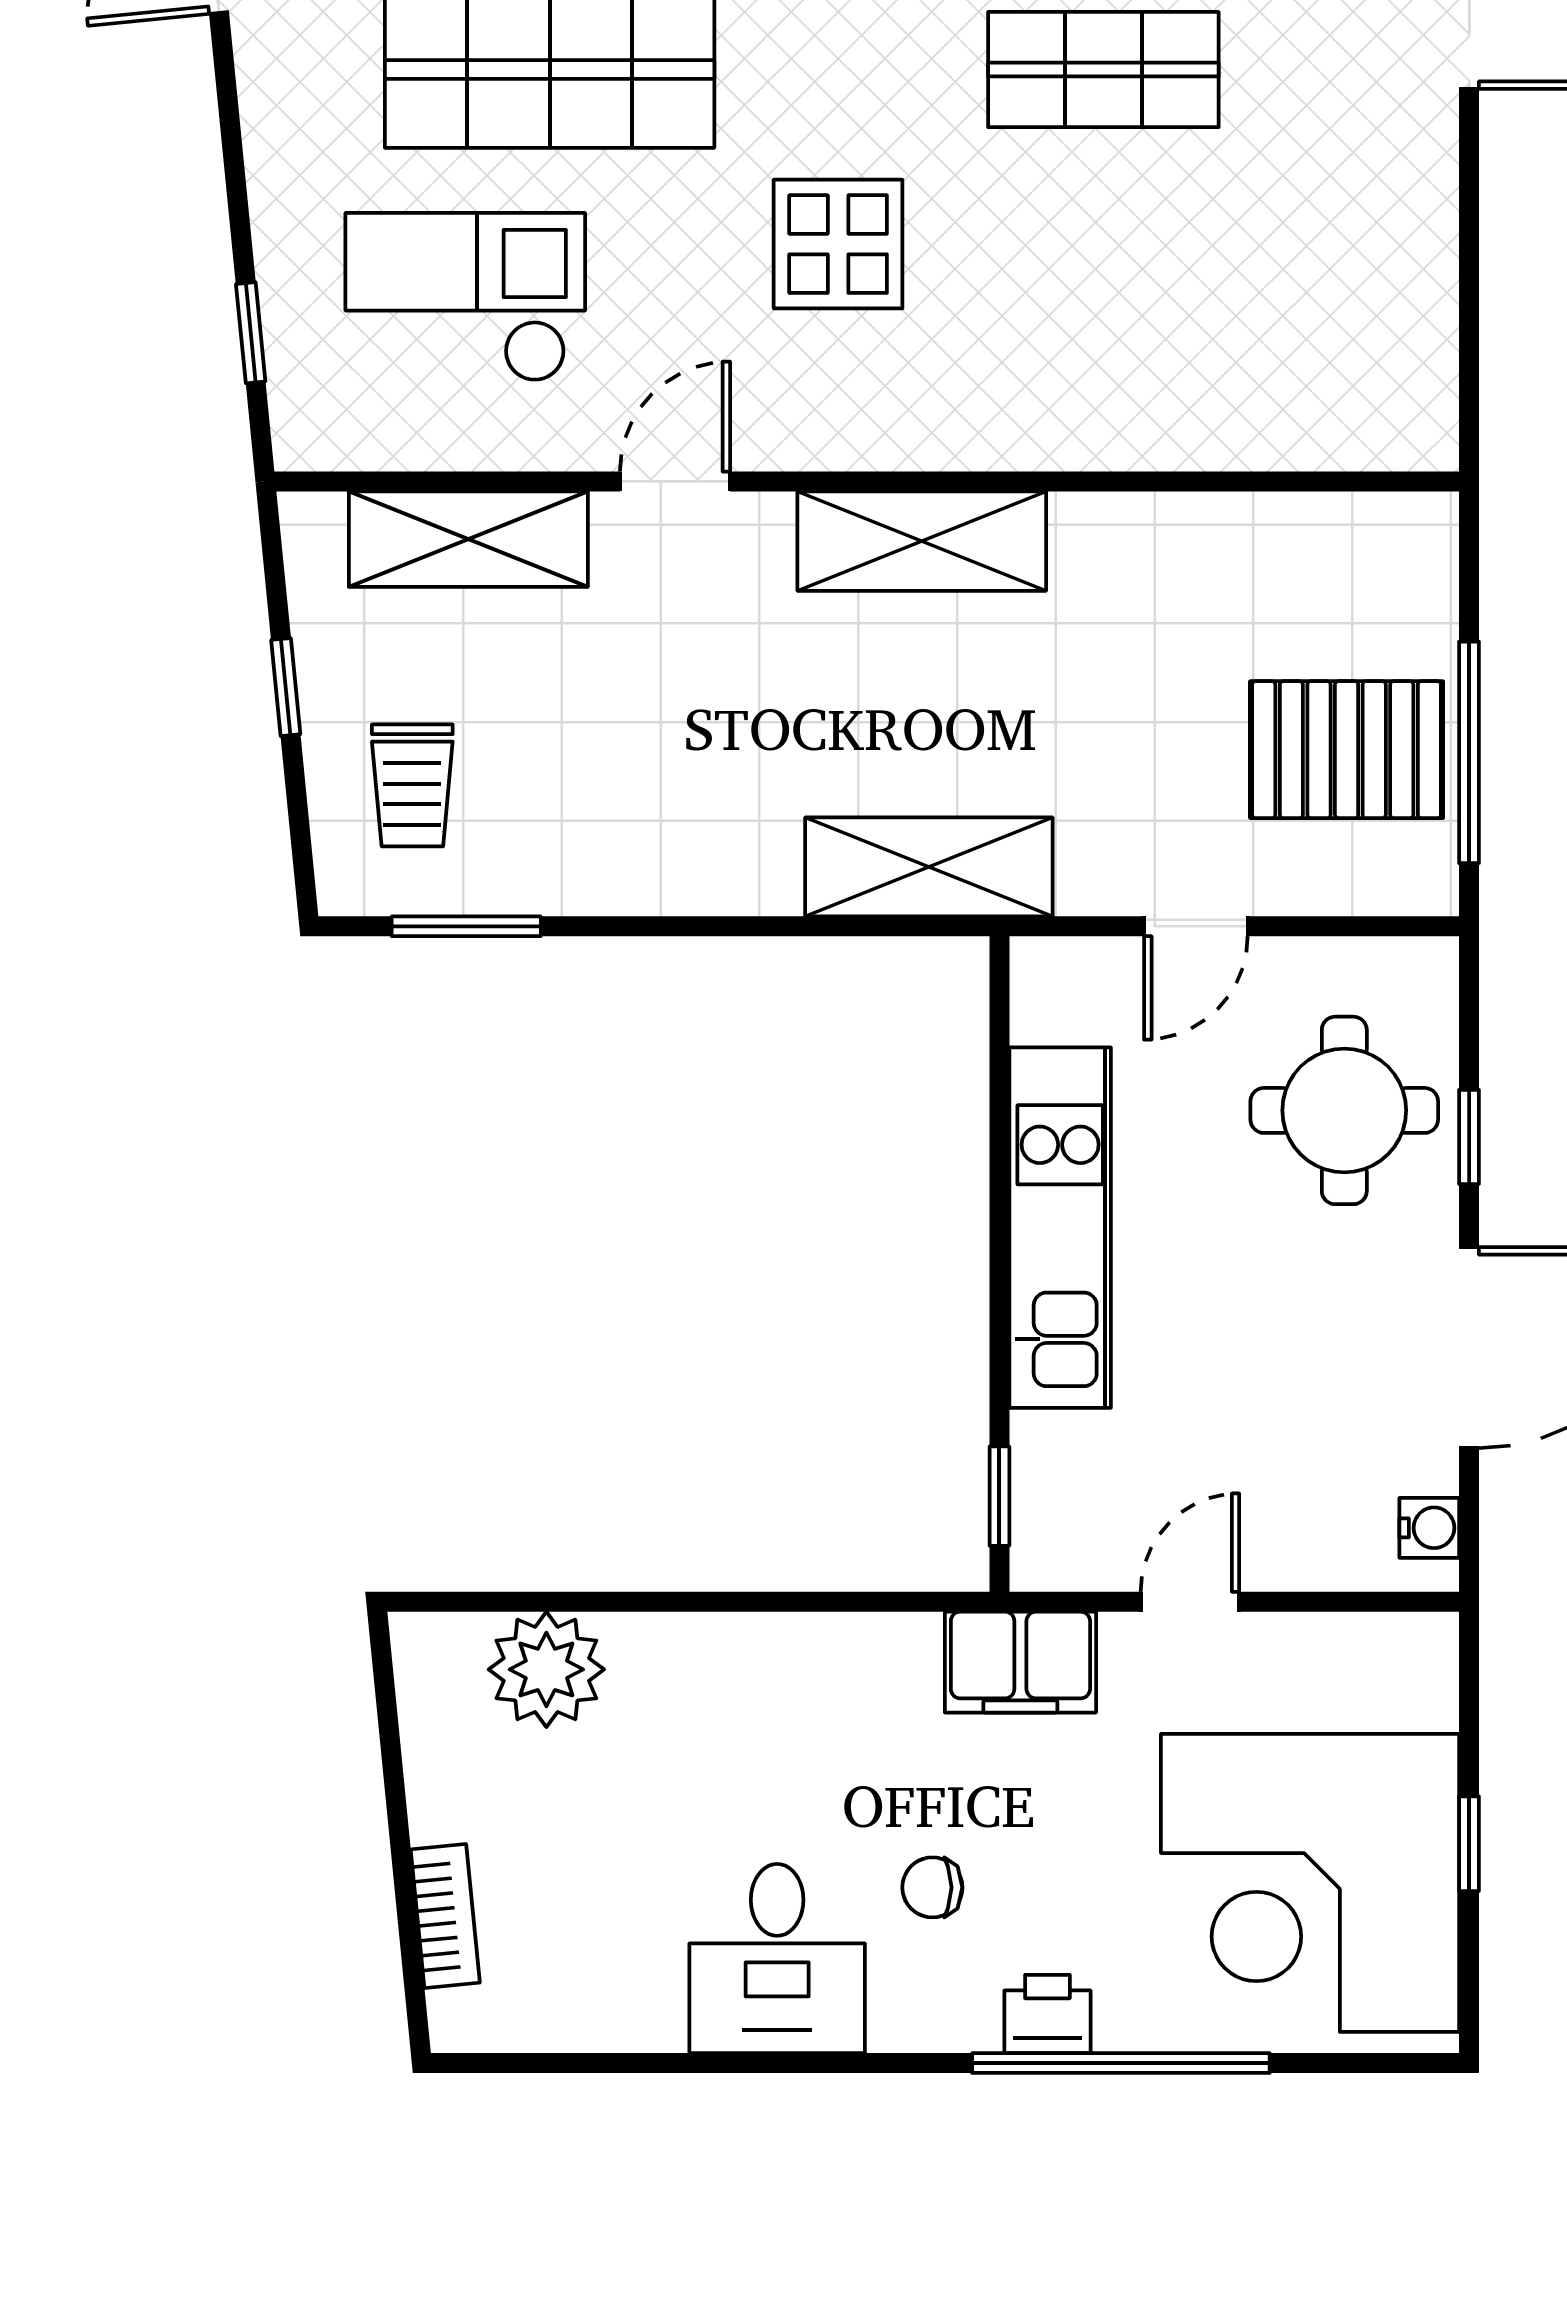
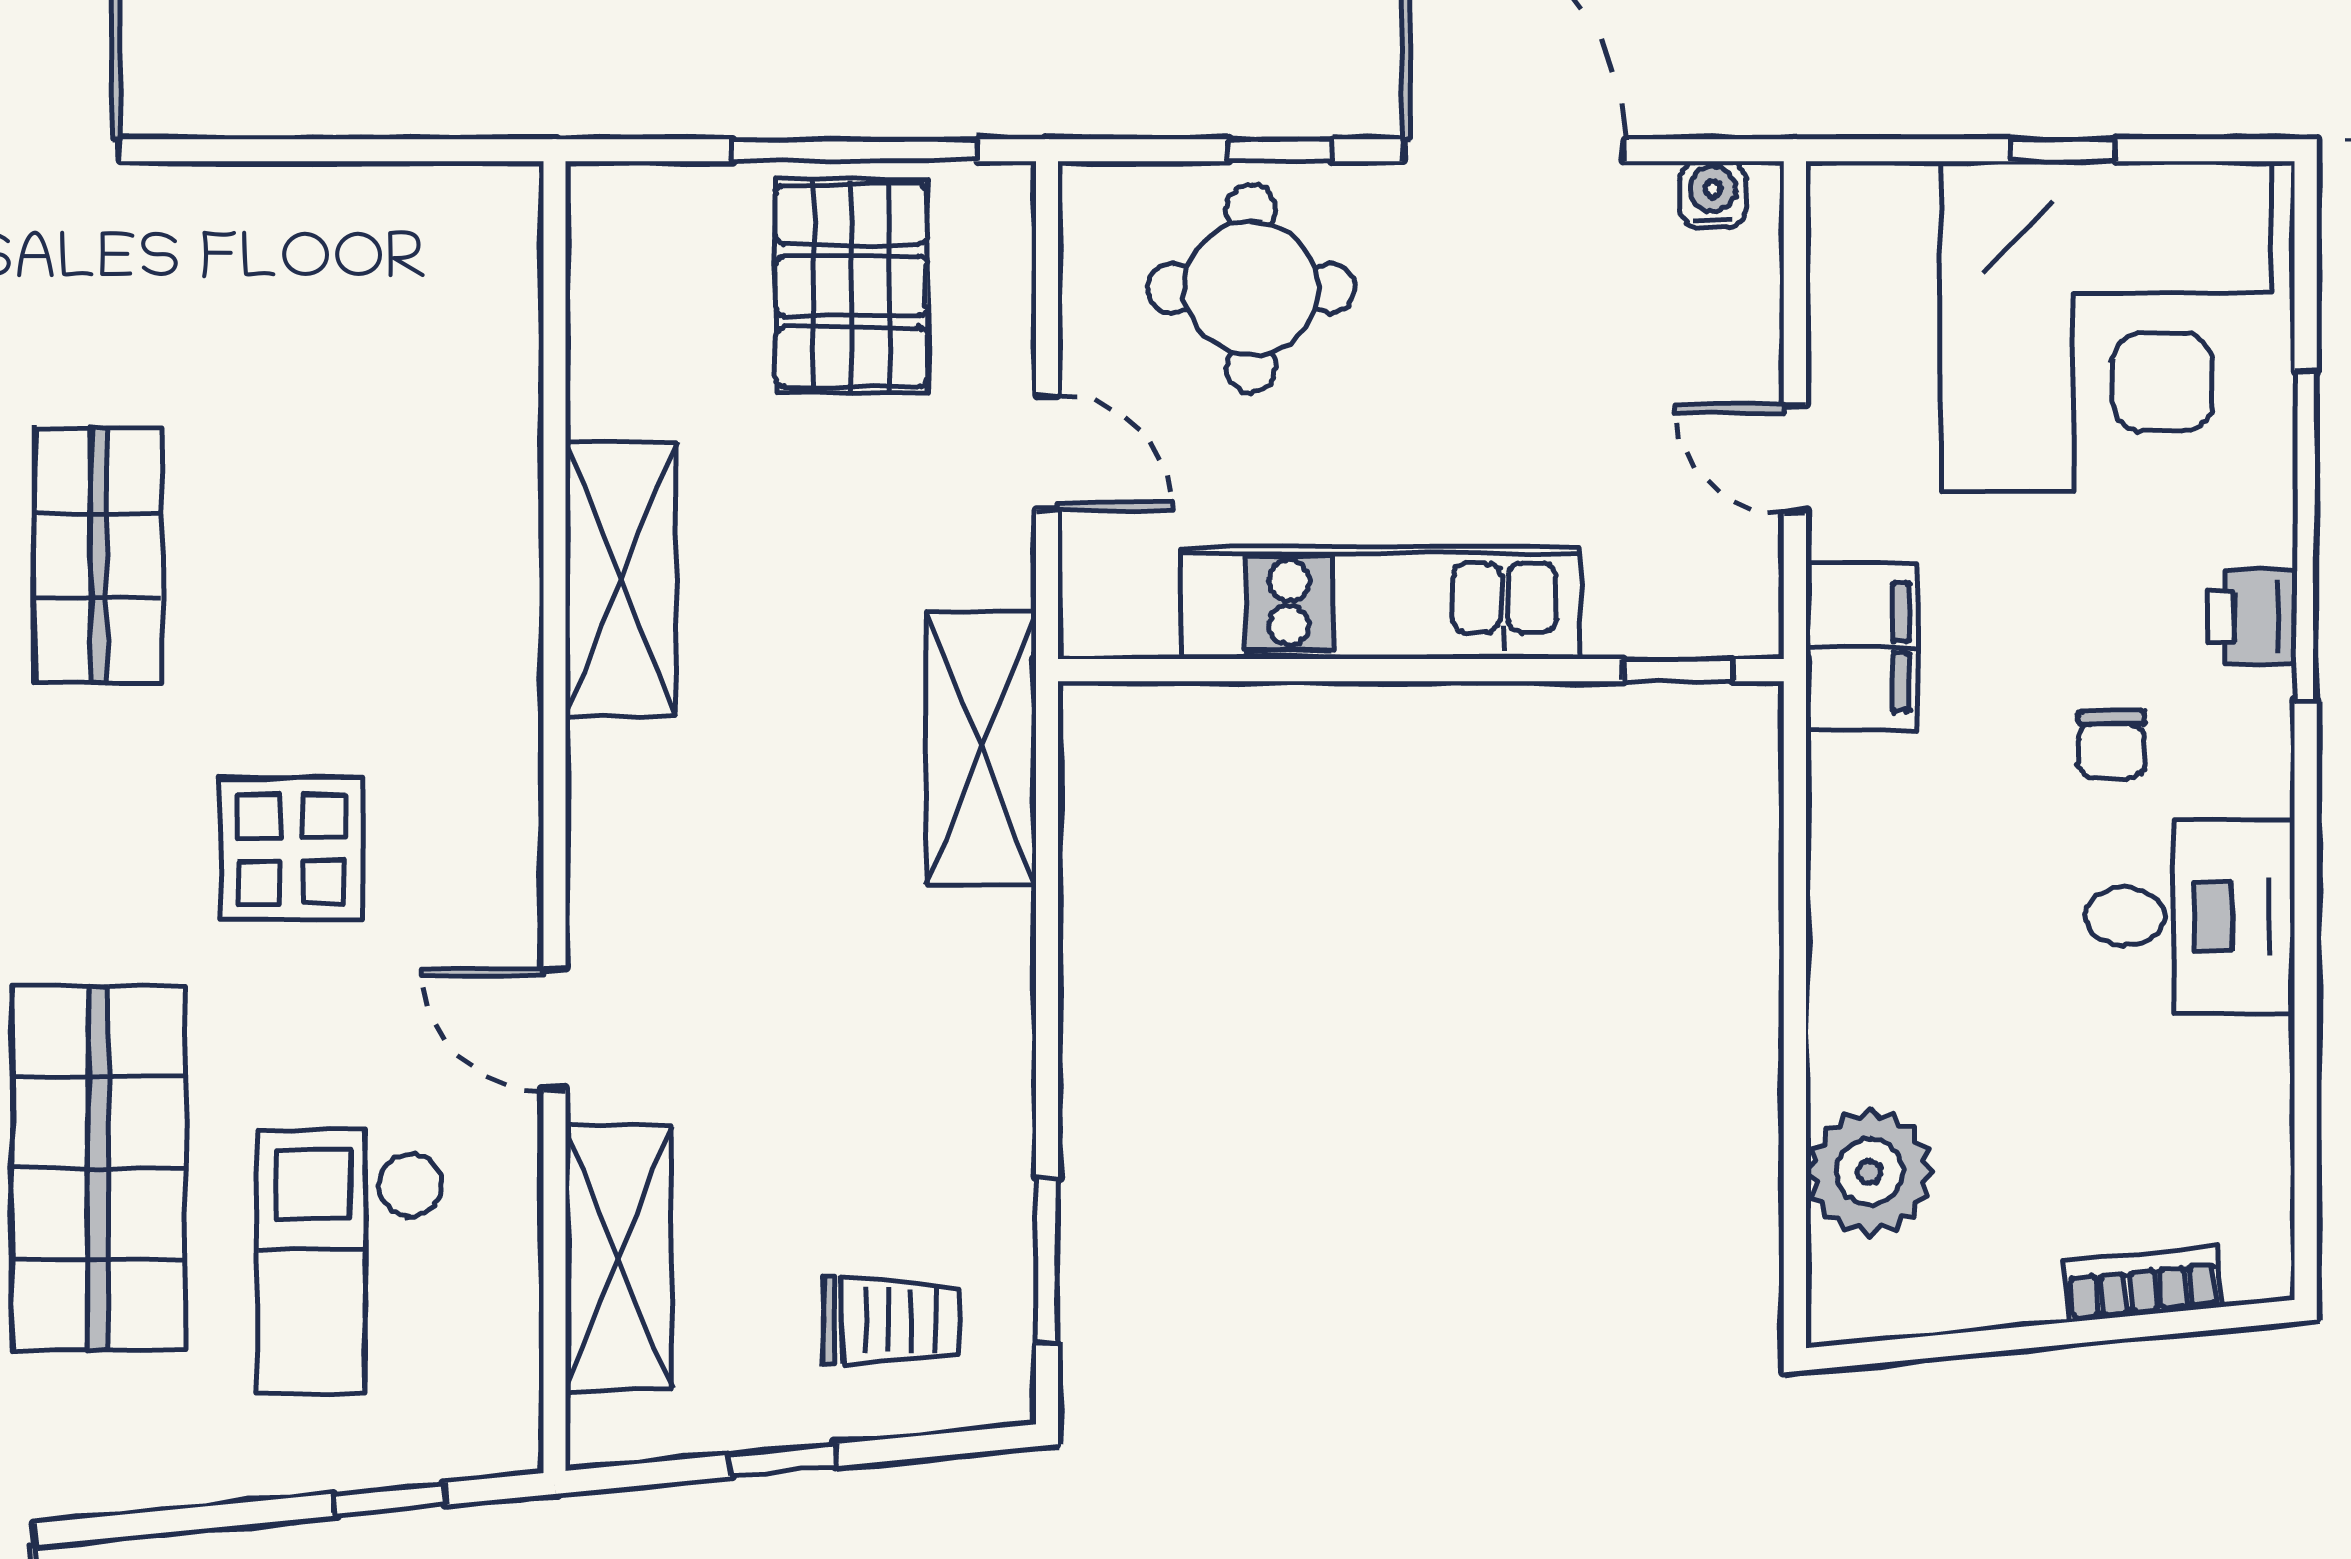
shelving: (922, 541) -> (620, 580), moved

